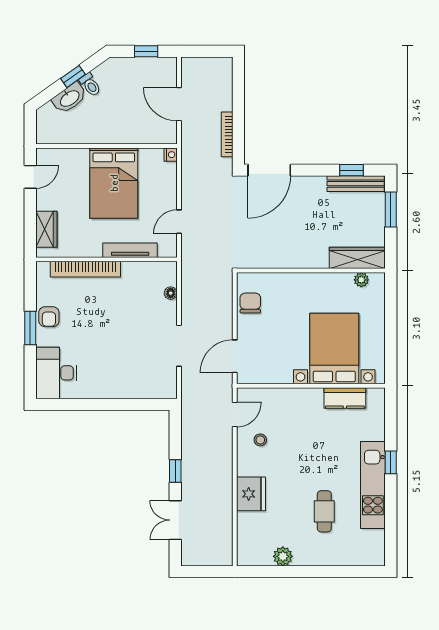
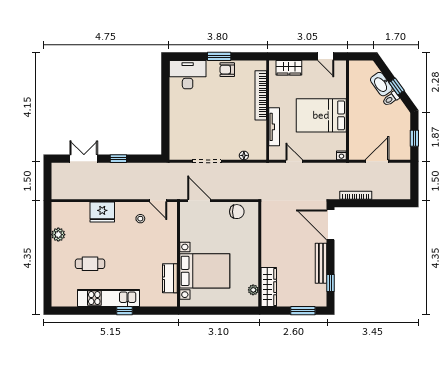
bench: (356, 184) -> (321, 263), moved

